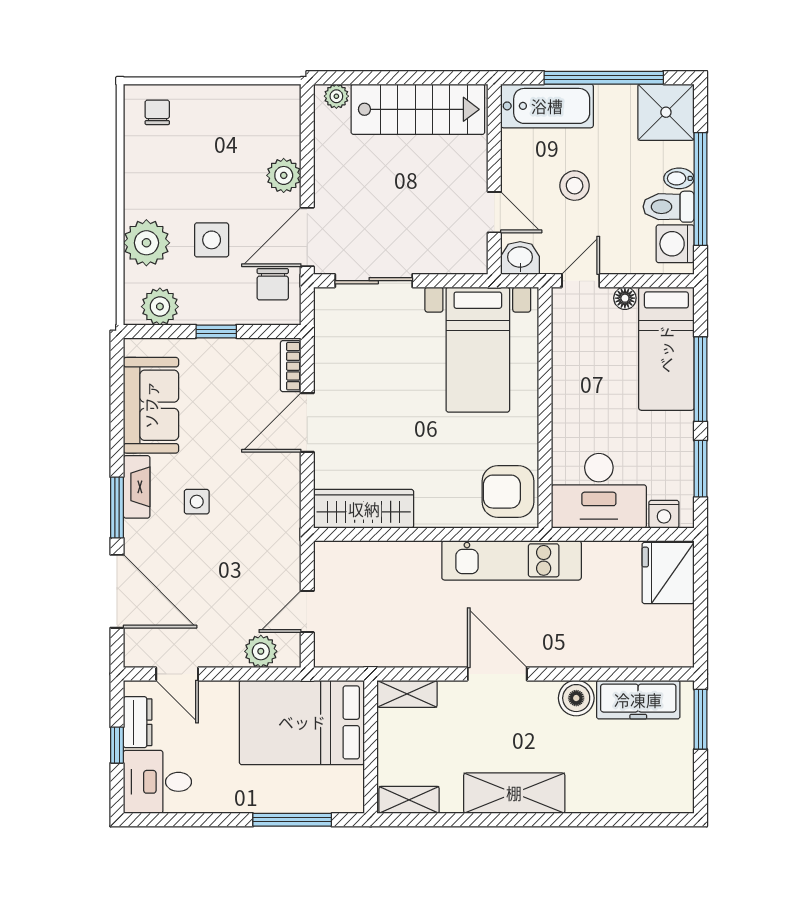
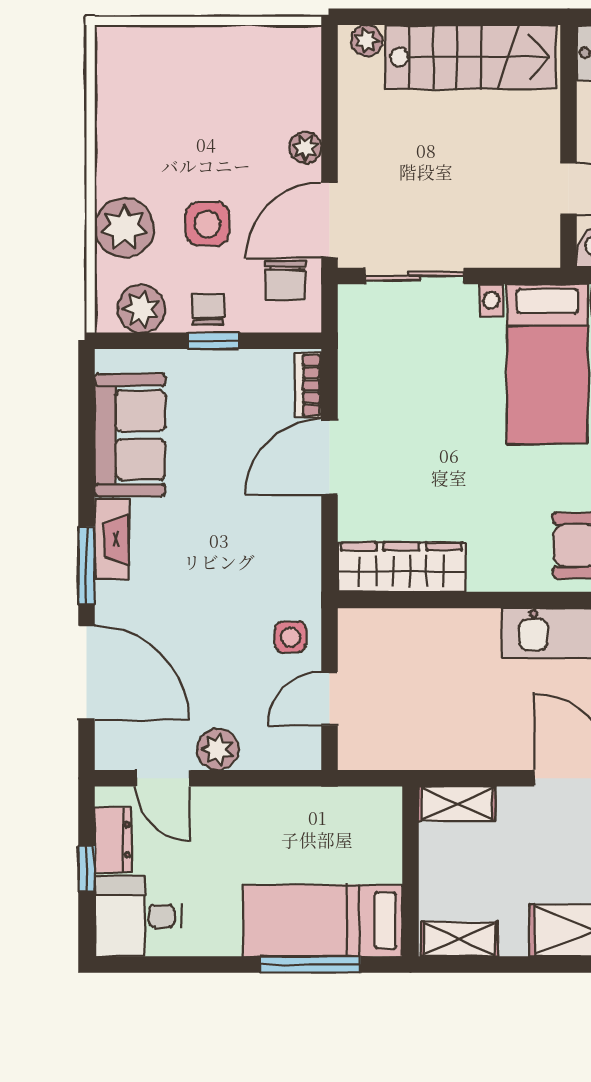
chair: (157, 112) -> (208, 309), moved
plant: (284, 175) -> (305, 148), width x0.73, depth x0.73
side table: (197, 502) -> (291, 637), moved
plant: (261, 651) -> (218, 749), moved
bed: (302, 722) -> (323, 920), moved, width x0.67

